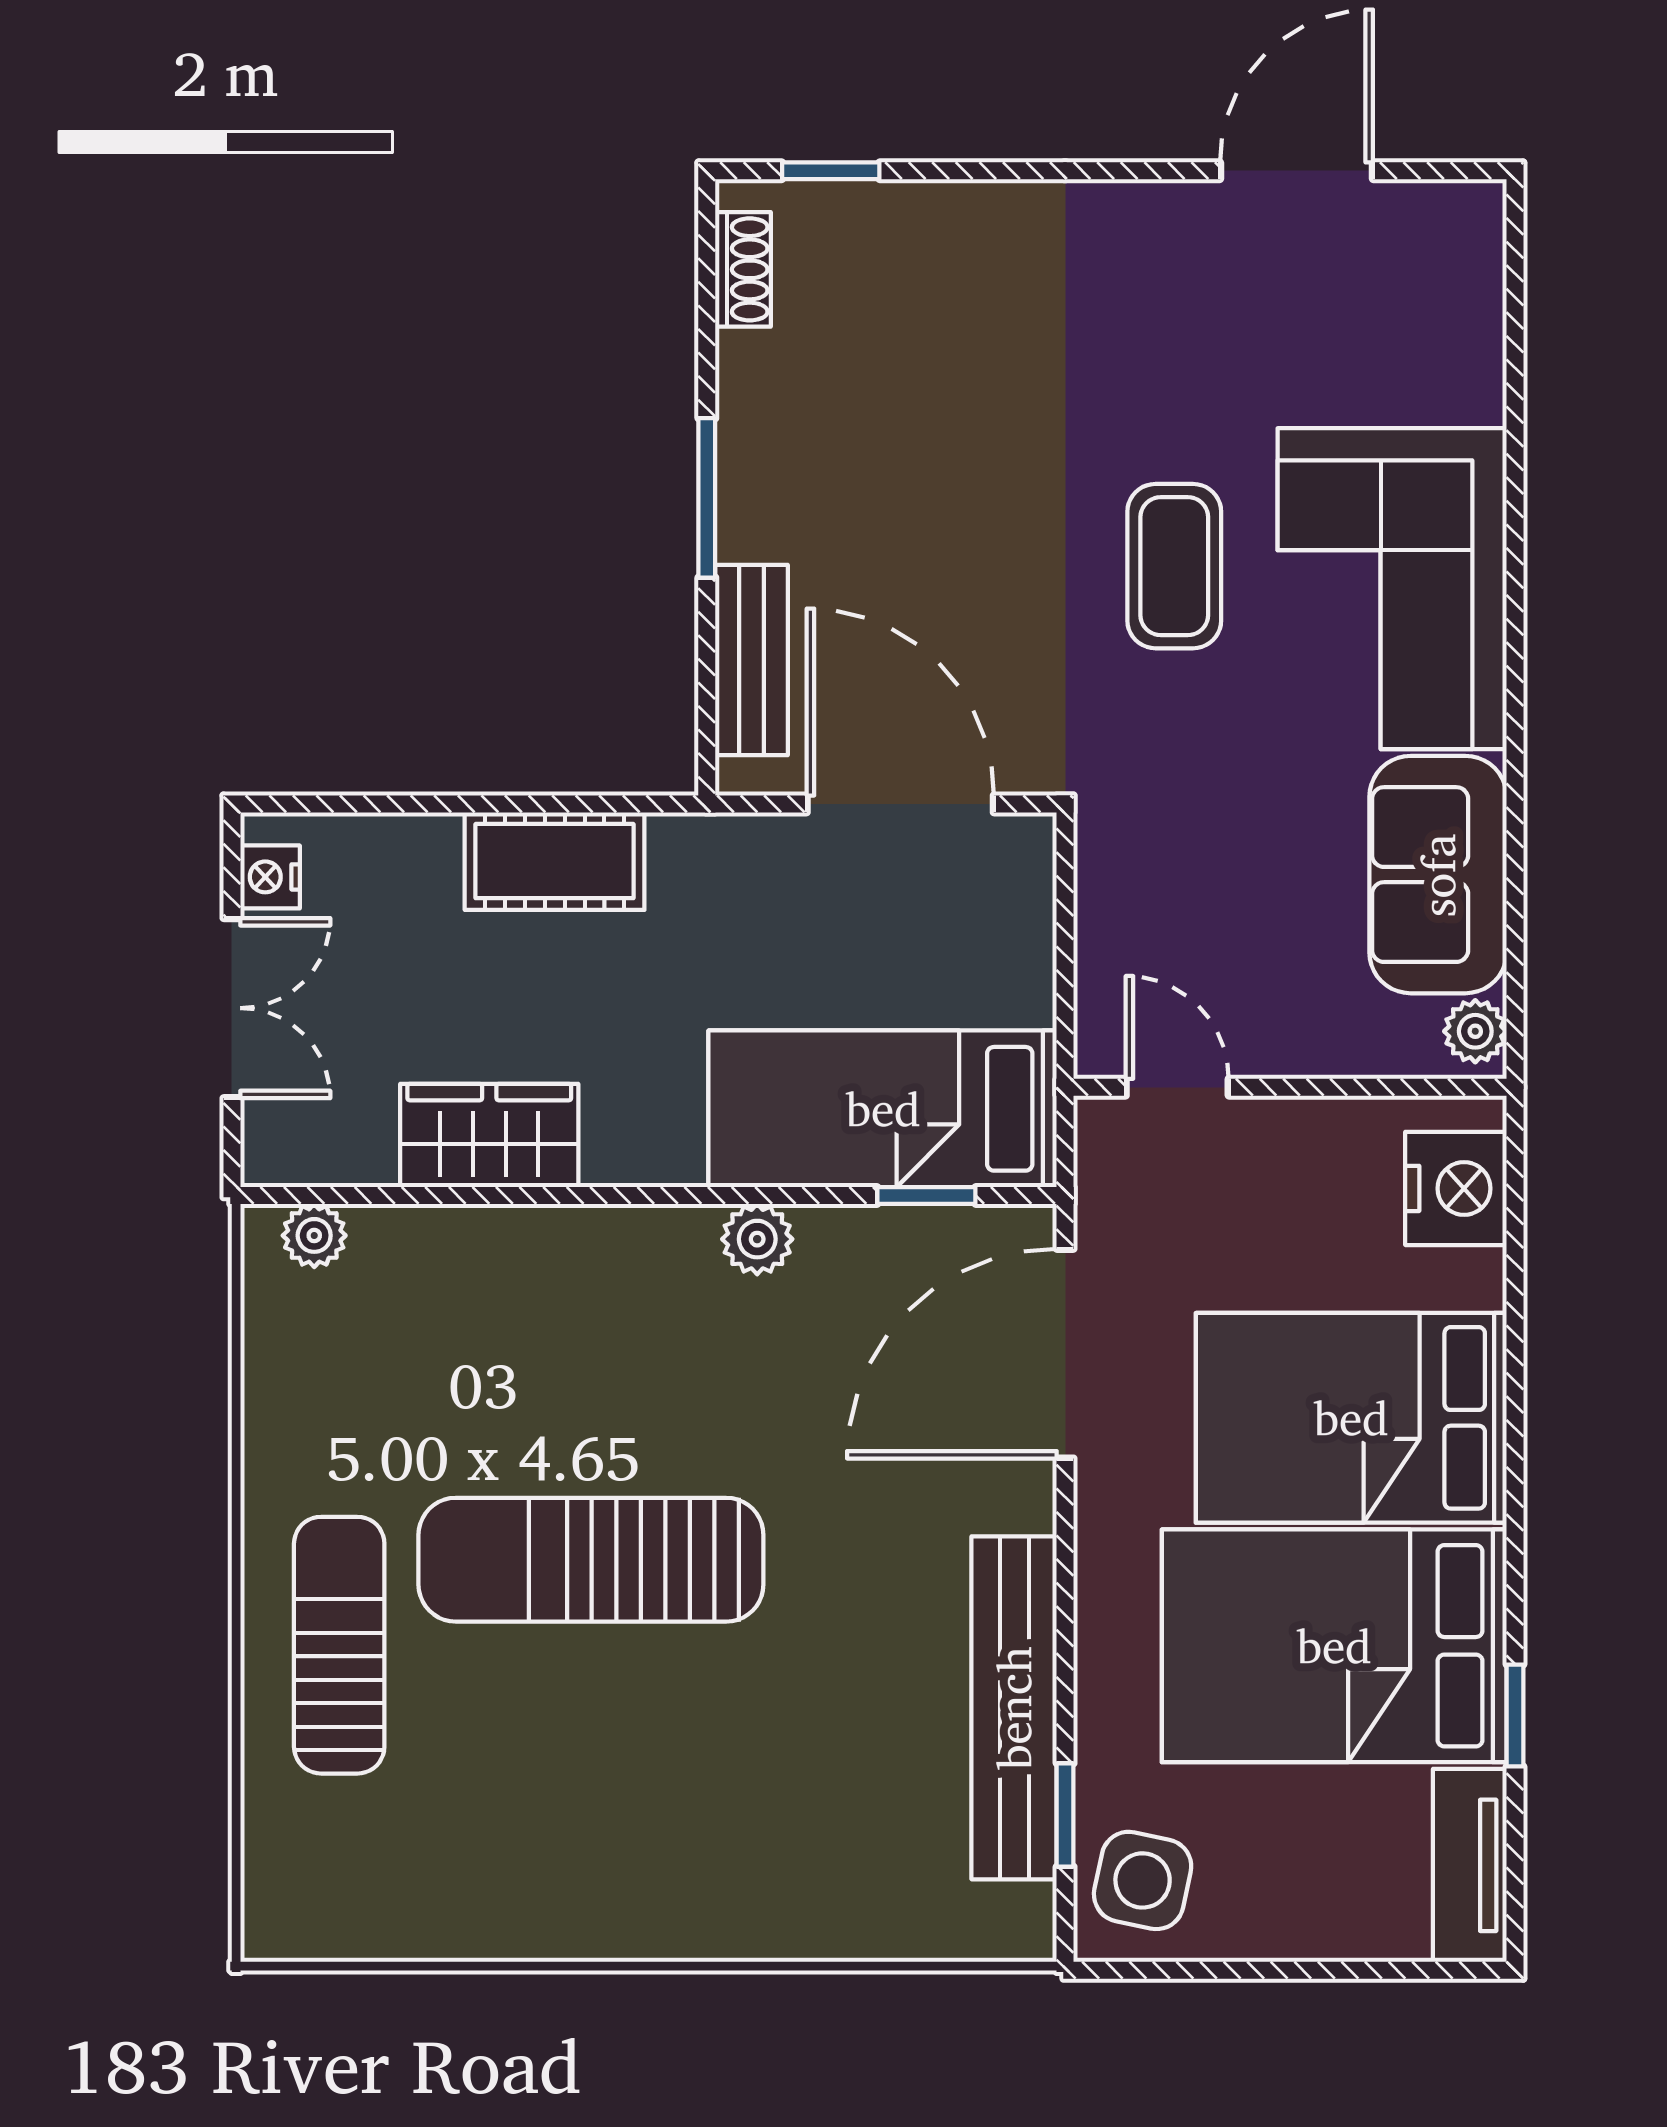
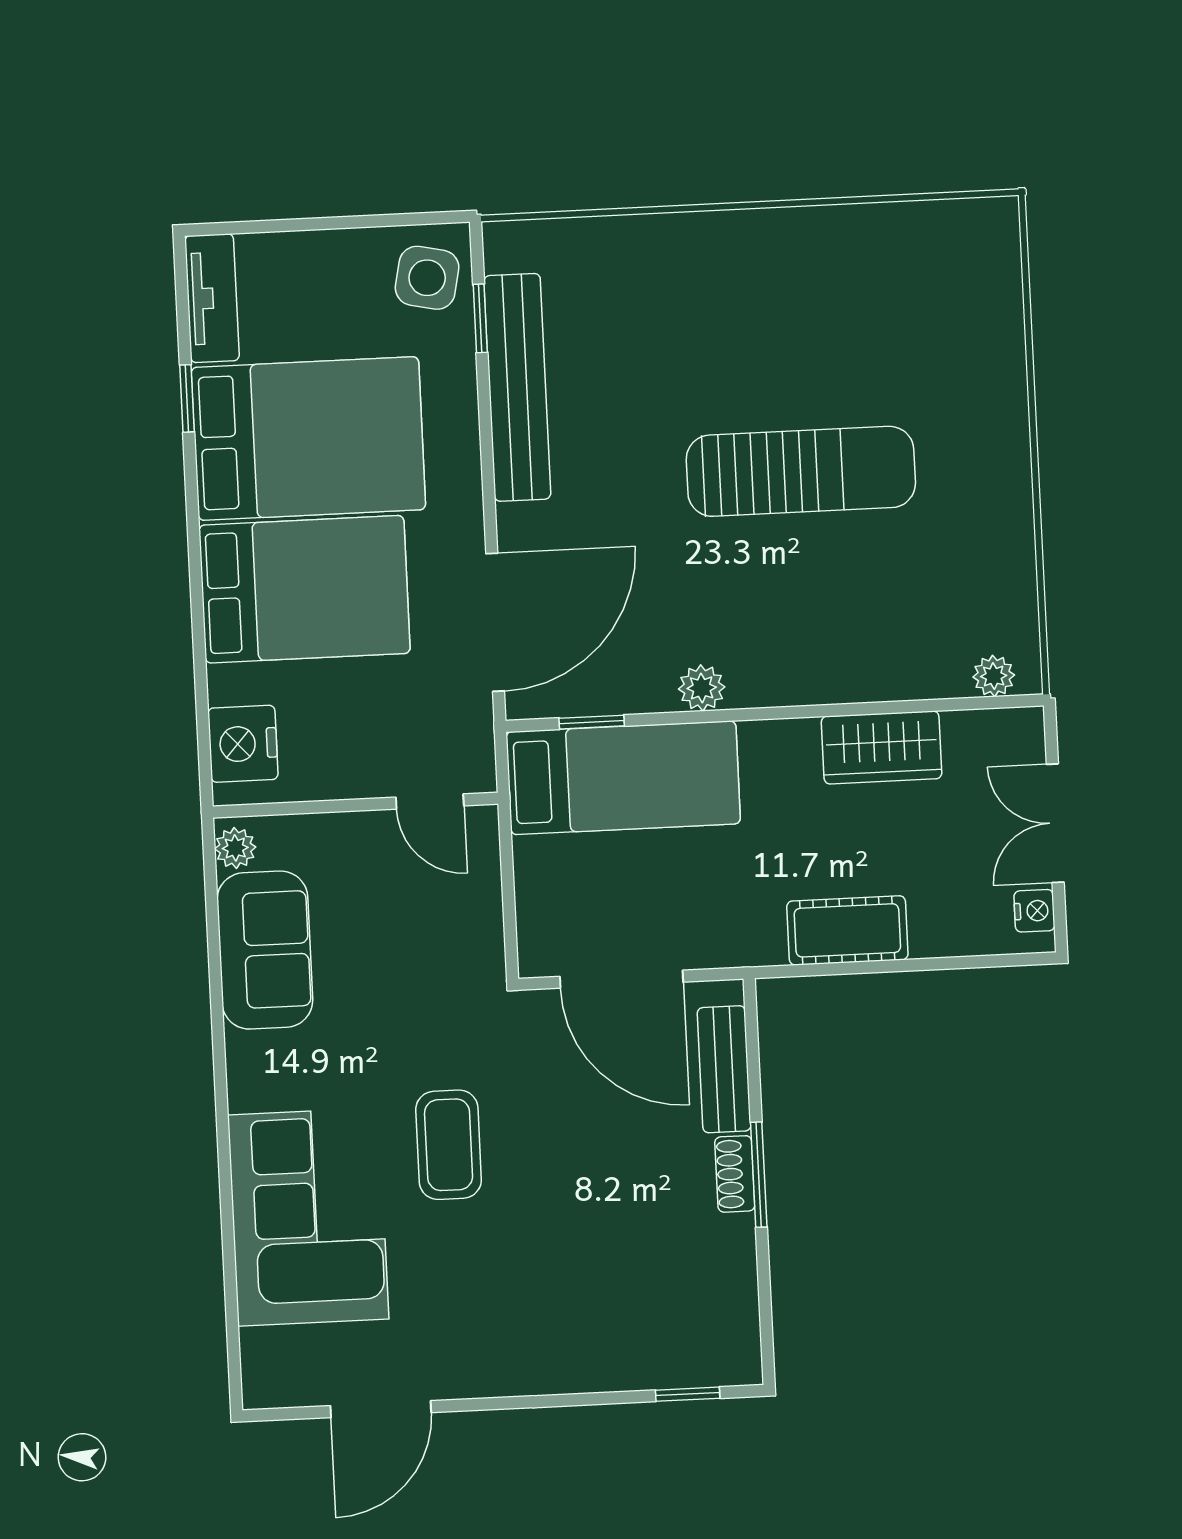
shoe rack: (743, 269) -> (735, 1174), moved
corner sofa: (1392, 589) -> (308, 1217), moved
sun lounger: (339, 1645) -> (964, 407), removed

